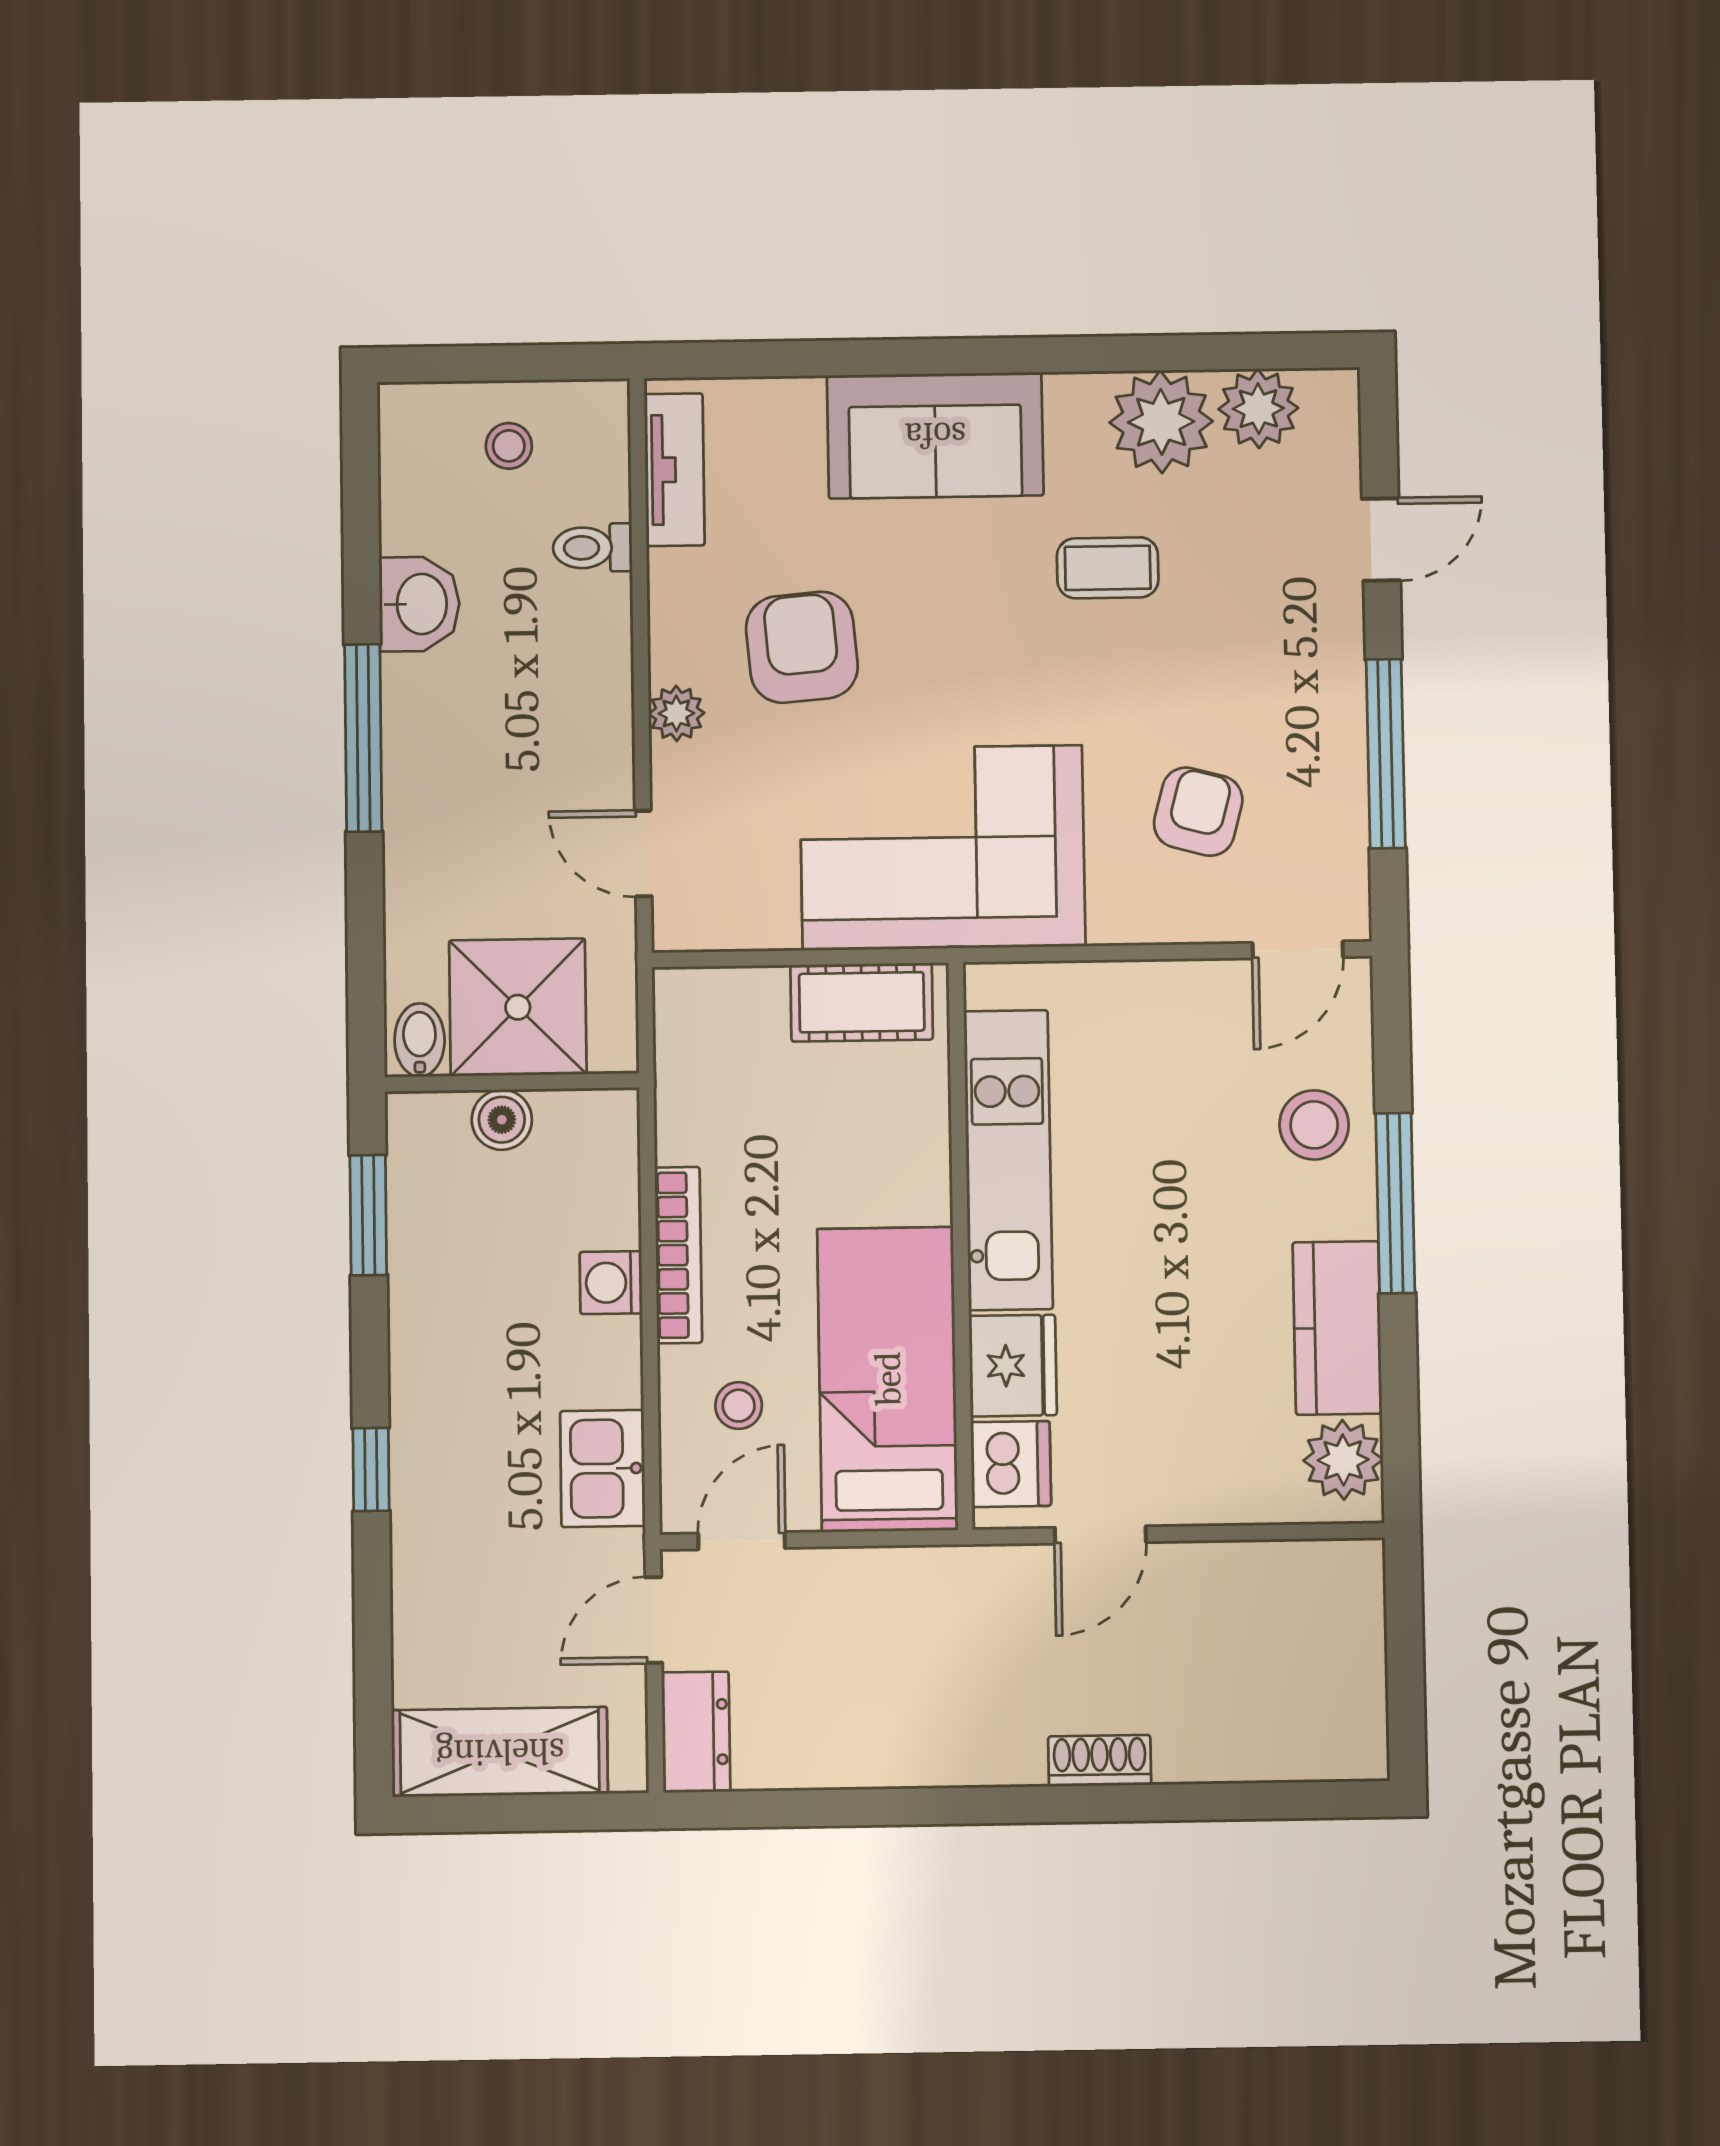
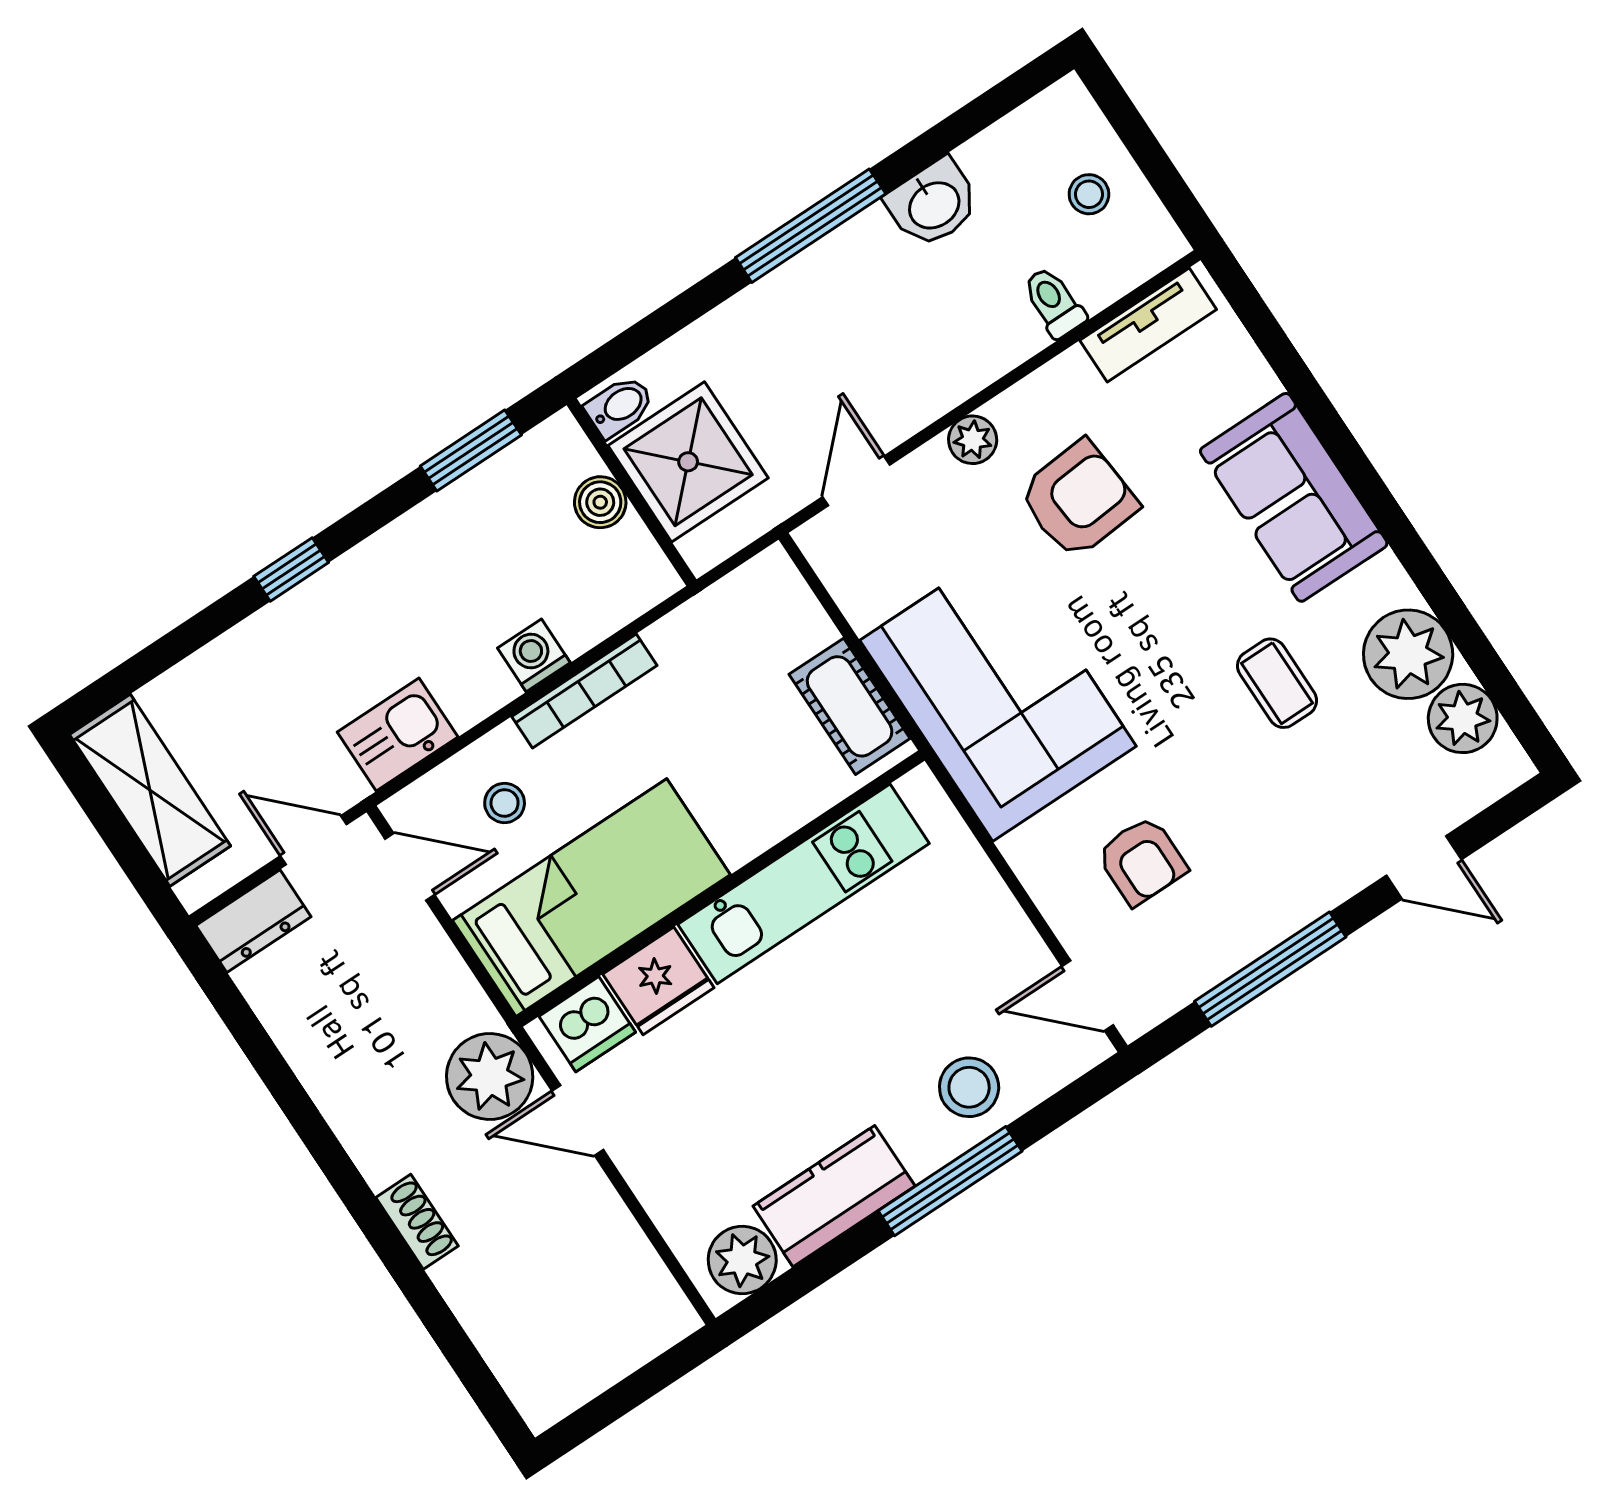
armchair: (1198, 812) -> (1142, 861), turned 75
plant: (1001, 1595) -> (490, 1076), added

